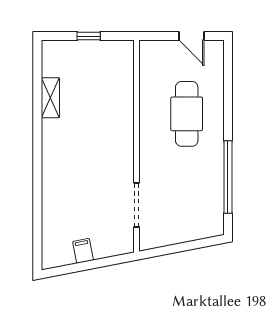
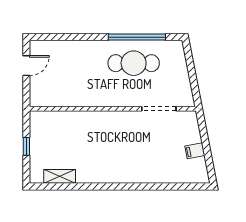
shelving: (50, 98) -> (60, 176), moved
cafe table: (187, 114) -> (134, 63), moved

